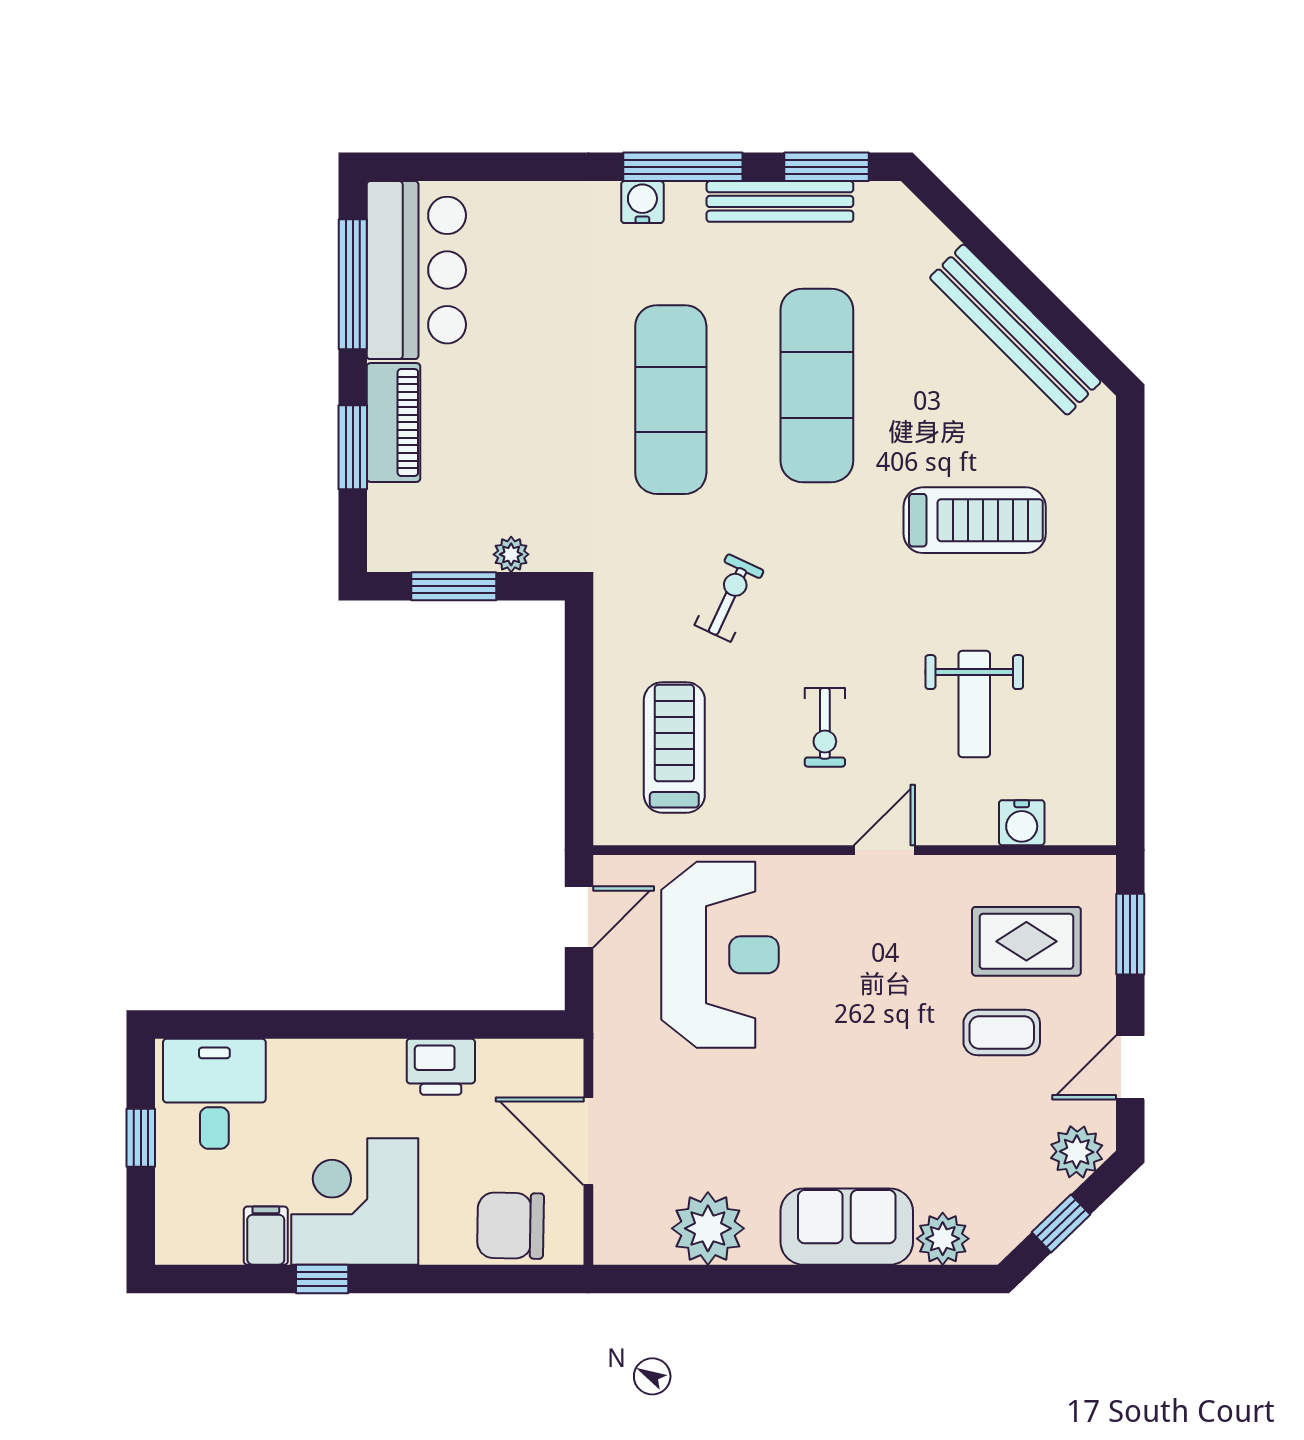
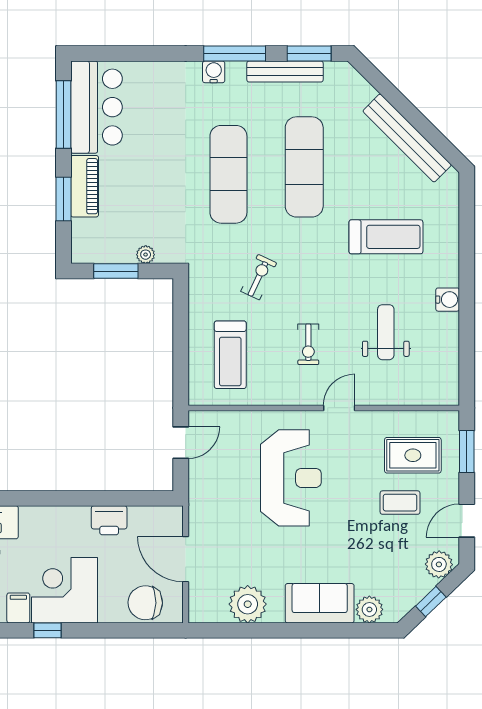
weight bench: (974, 704) -> (386, 332), turned 180
treadmill: (674, 747) -> (230, 355), turned 180
water cooler: (1022, 823) -> (448, 300), moved, turned -90
reception desk: (720, 955) -> (291, 478), moved

